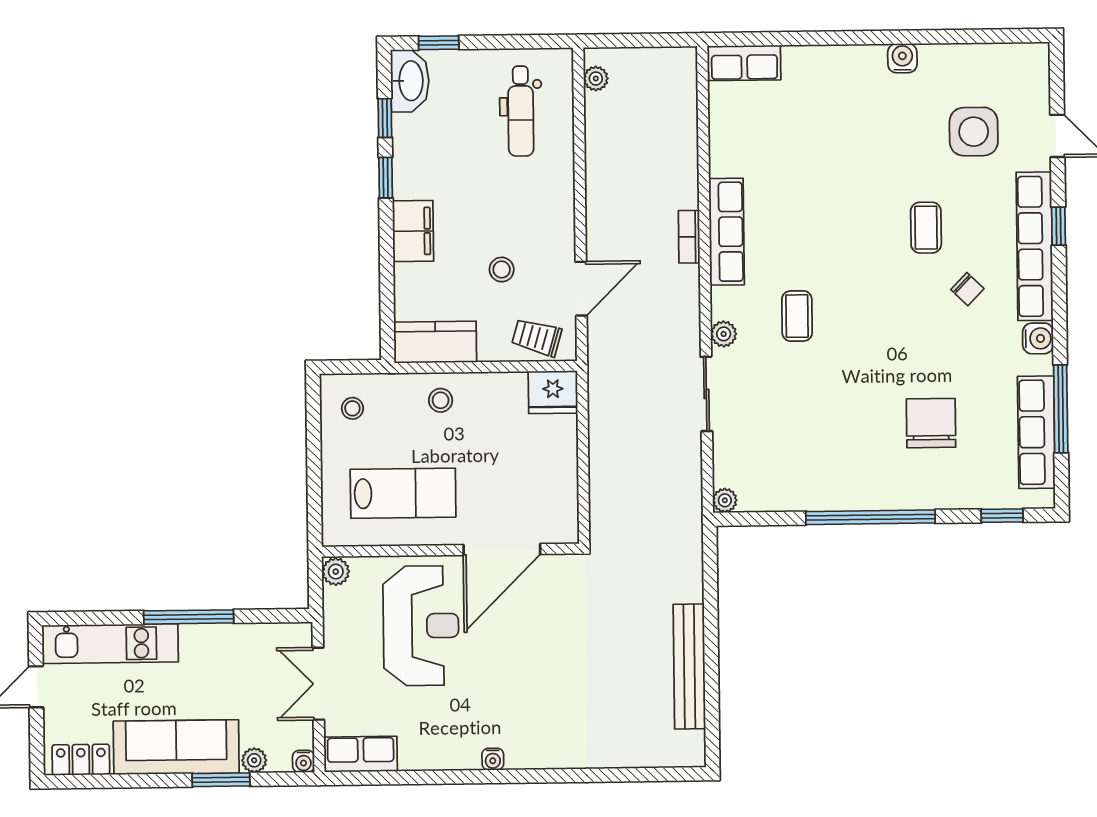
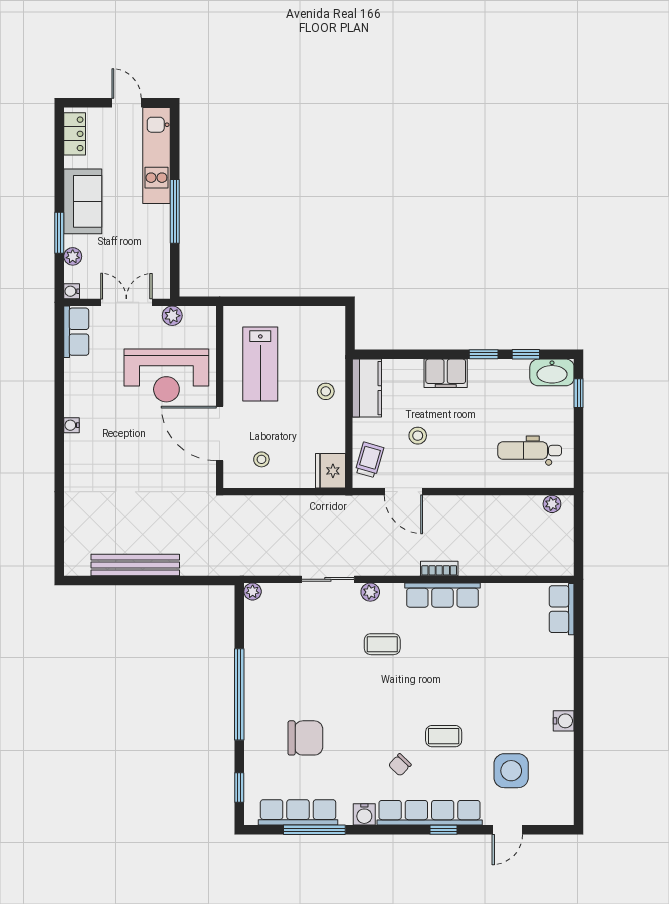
stool: (352, 408) -> (261, 459), moved
plant: (336, 572) -> (172, 316), moved
sofa: (176, 747) -> (83, 201), width x0.73

